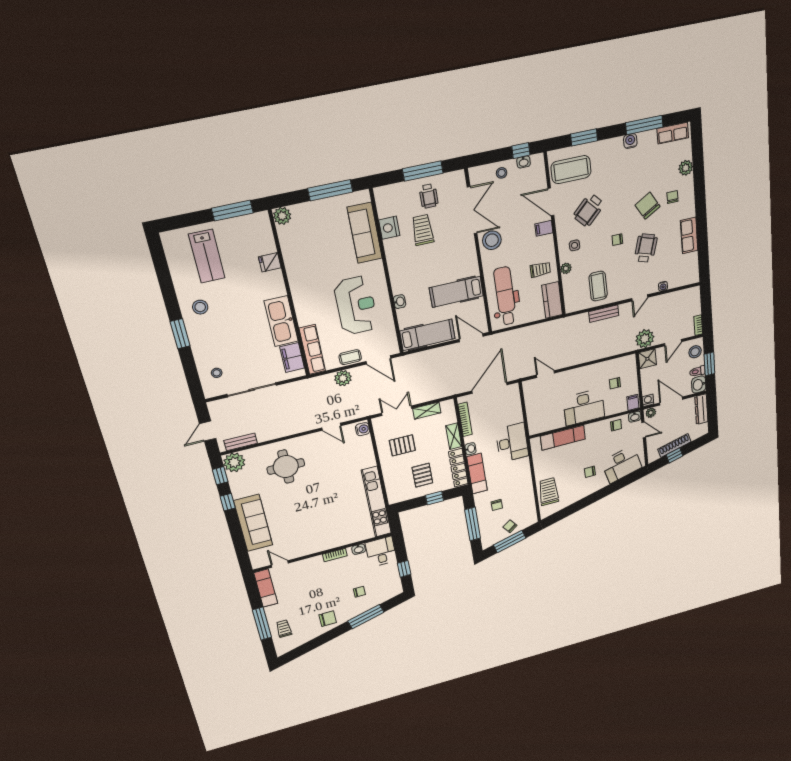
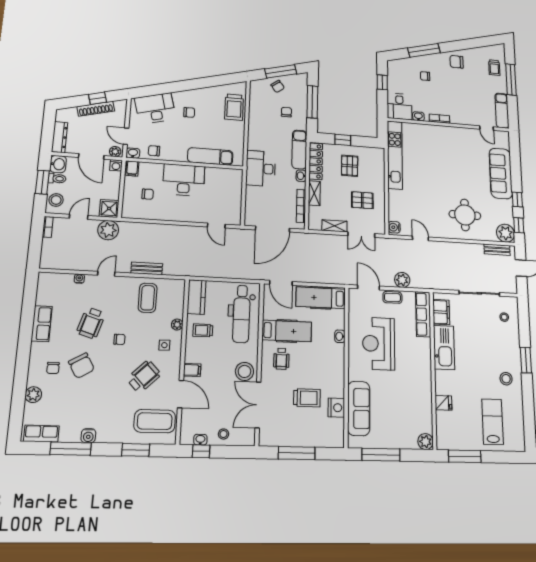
wheelchair: (429, 196) -> (281, 359), moved, turned 180
trolley: (423, 230) -> (307, 398), turned -90

